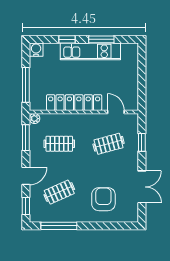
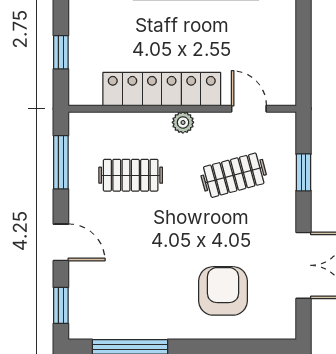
window: (26, 85) -> (61, 52), width x0.46
plant: (35, 119) -> (183, 122), moved
door: (26, 176) -> (61, 242), hinge flipped
clothes rail: (59, 192) -> (131, 276), removed

